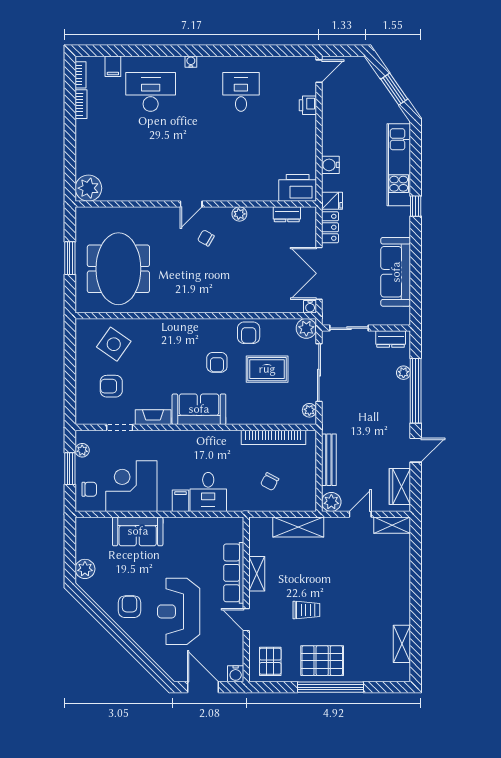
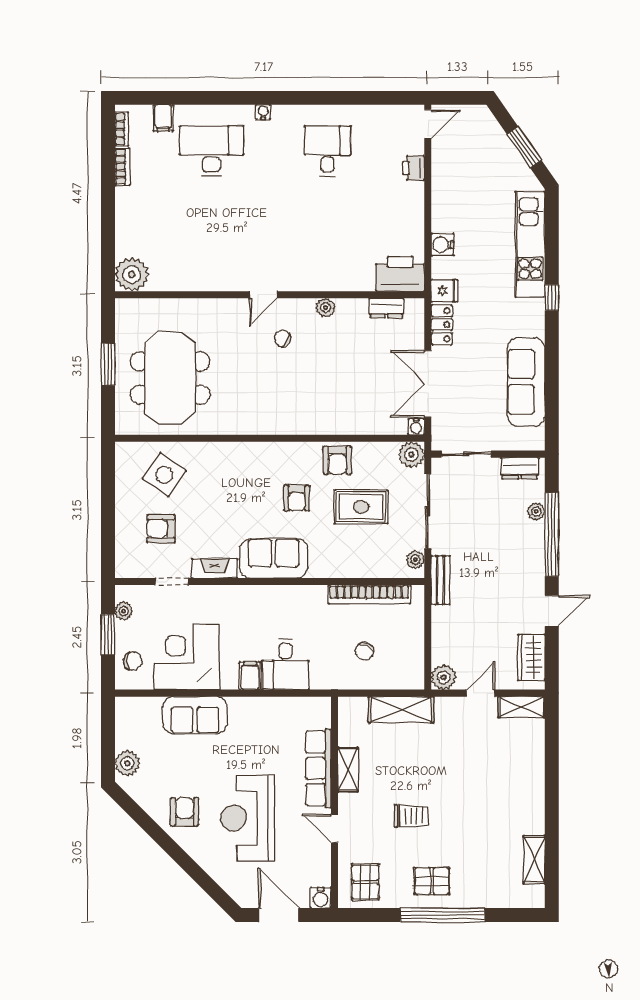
bench: (329, 460) -> (440, 580), moved, width x0.73
pallet: (322, 661) -> (432, 881), width x0.67, depth x0.71

